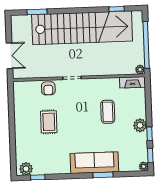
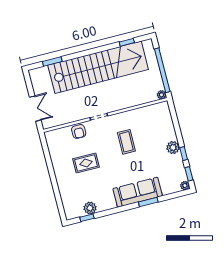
fireplace: (132, 82) -> (157, 108), removed
coffee table: (108, 112) -> (126, 142), moved
rug: (49, 122) -> (86, 163), turned 90
plant: (26, 169) -> (90, 208), moved

